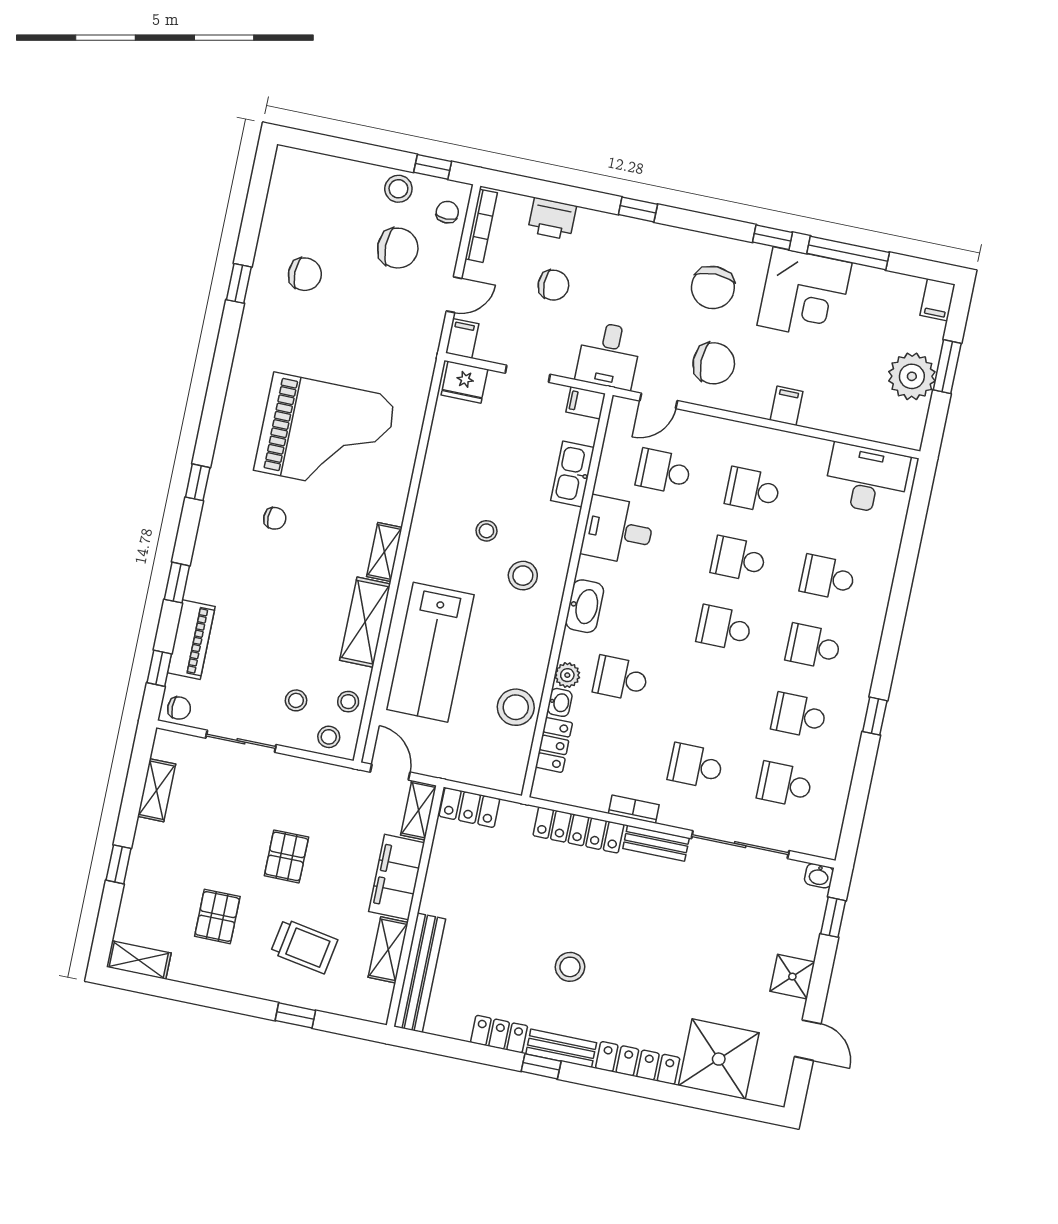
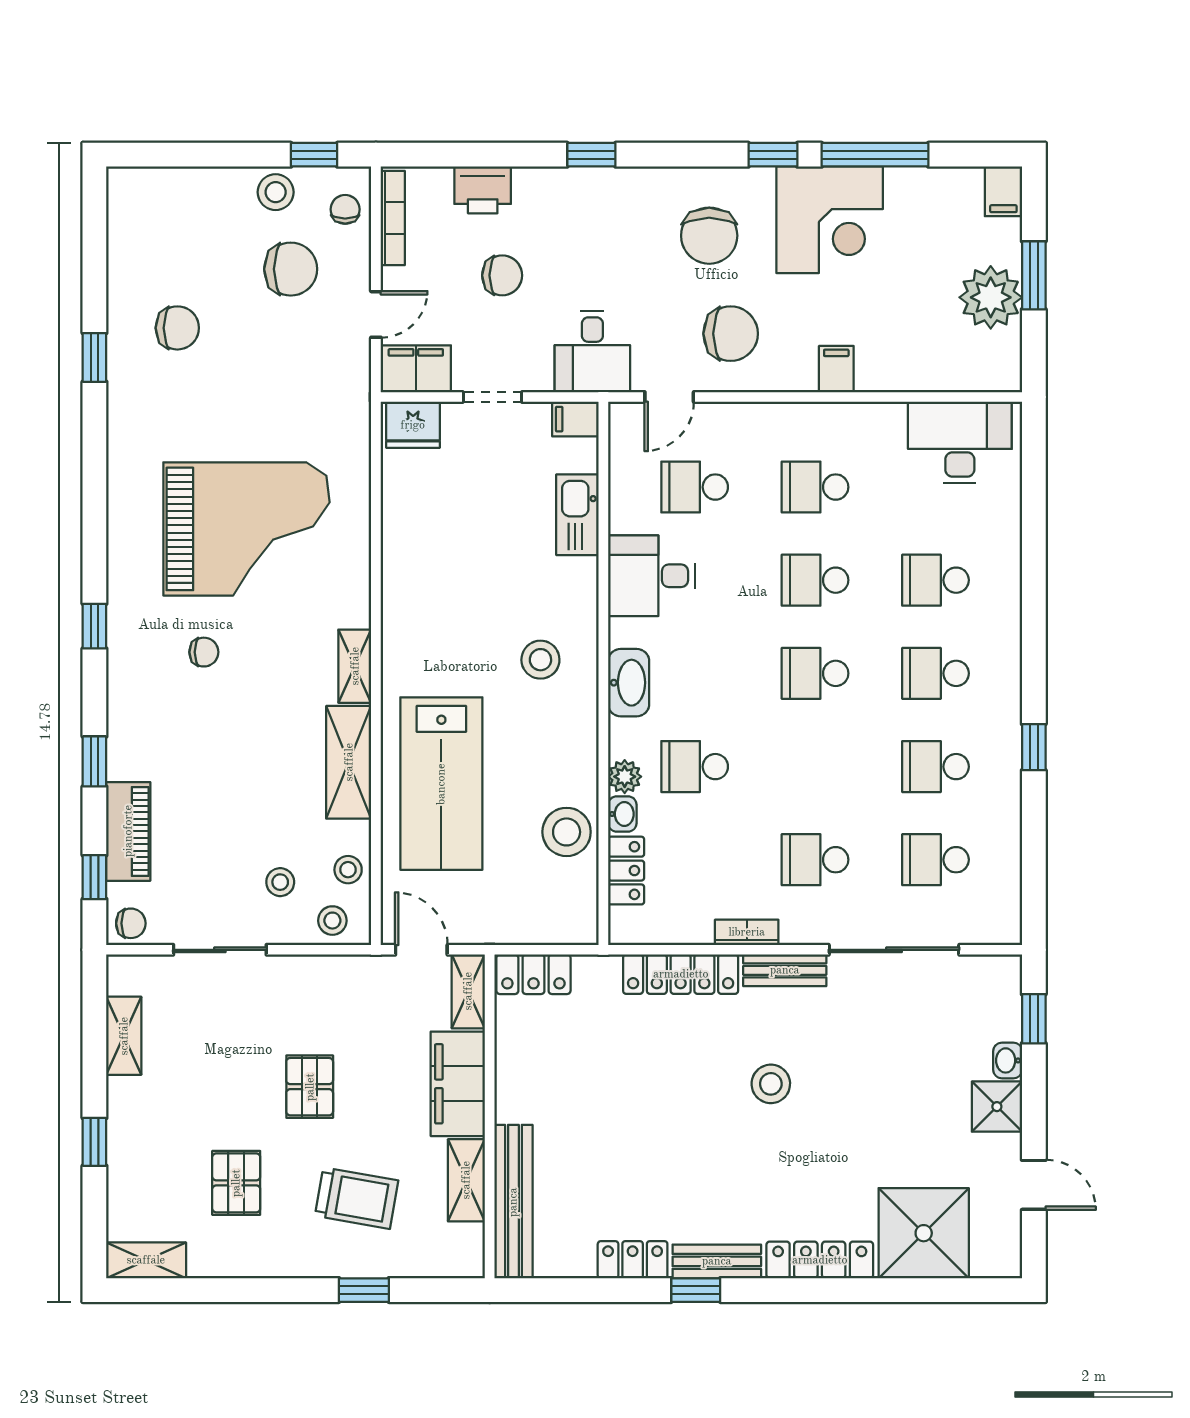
filing cabinet: (462, 338) -> (416, 369), width x2.00
stool: (486, 531) -> (481, 611), removed
washbasin: (819, 876) -> (1008, 1060), moved, turned 90
stool: (570, 967) -> (771, 1084), moved

